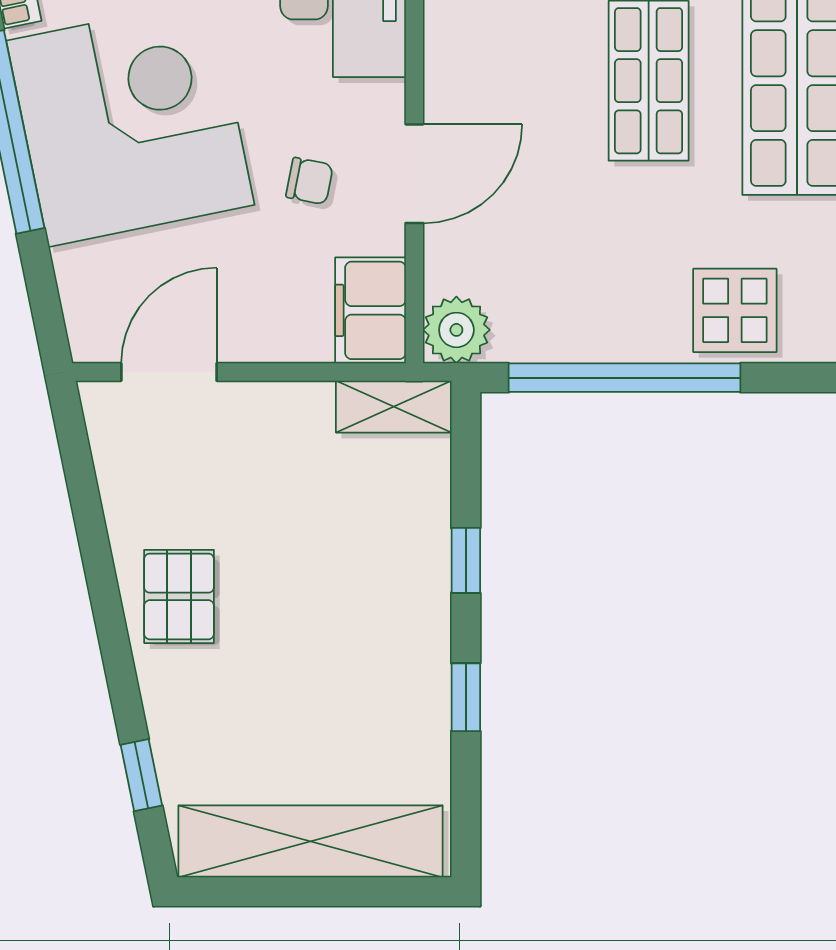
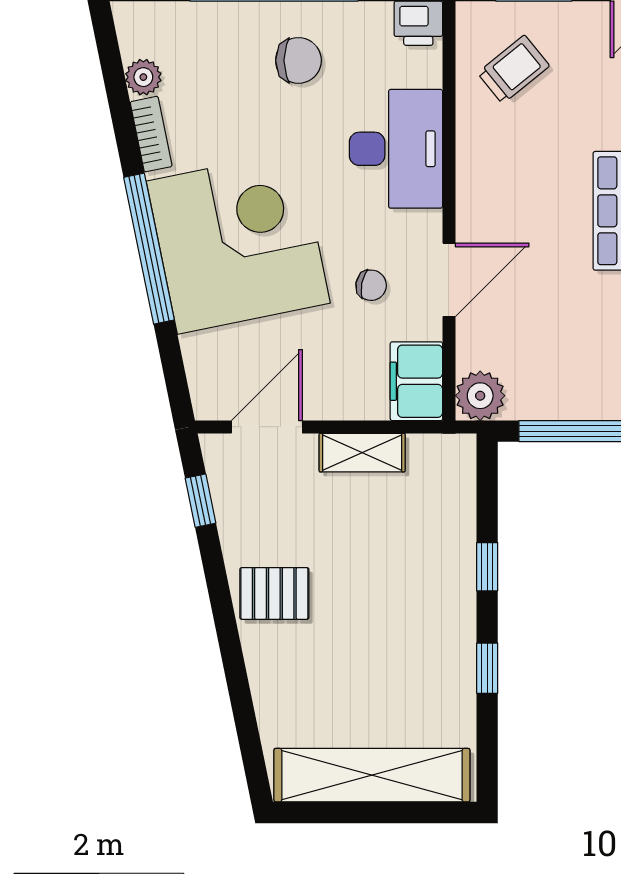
shelving: (394, 407) -> (362, 453), moved
pallet: (179, 596) -> (274, 593), turned 90
window: (141, 775) -> (200, 501), moved

